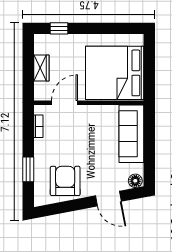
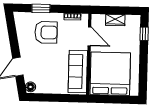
sofa: (131, 134) -> (78, 72), moved, turned -90
armchair: (65, 181) -> (46, 32), moved

